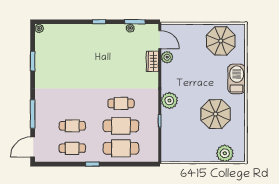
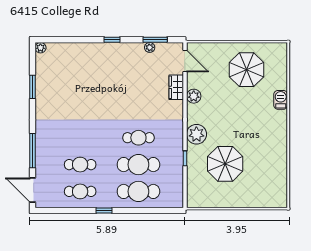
parasol: (221, 41) -> (246, 70), moved
plant: (167, 57) -> (194, 96), moved
barbecue: (237, 79) -> (281, 100), width x0.53, depth x0.65
parasol: (216, 114) -> (225, 164), moved
door: (33, 147) -> (33, 190), hinge flipped
plant: (225, 153) -> (263, 197), removed

